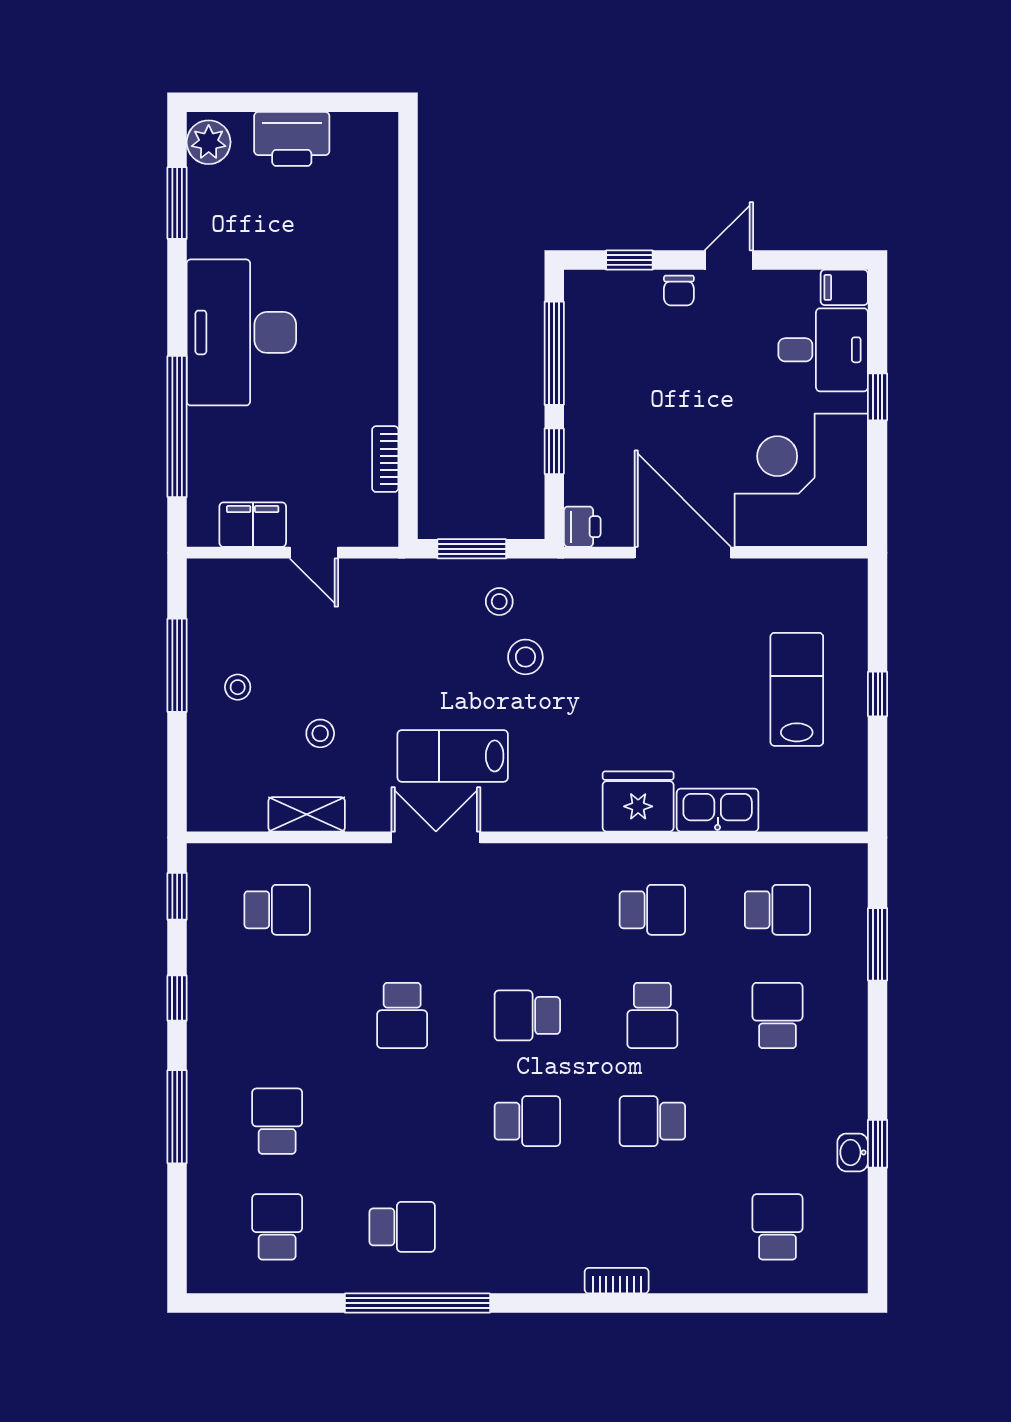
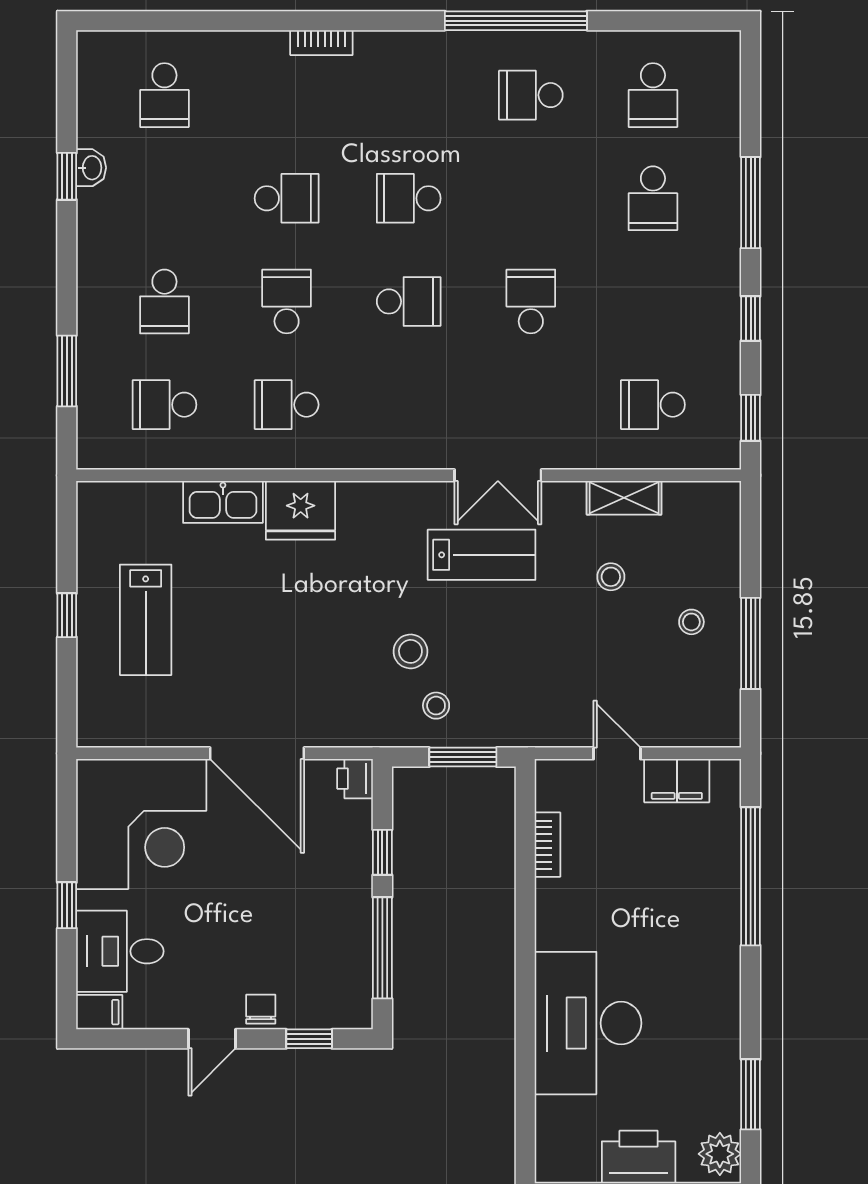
desk: (241, 332) -> (588, 1023), moved, turned 180

